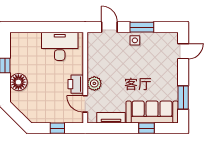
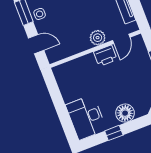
door: (109, 27) -> (36, 44), swing flipped
desk: (60, 46) -> (86, 117), moved

